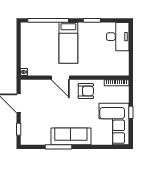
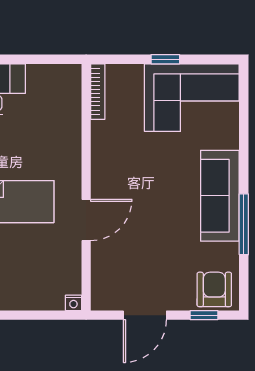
armchair: (86, 91) -> (214, 289), moved

